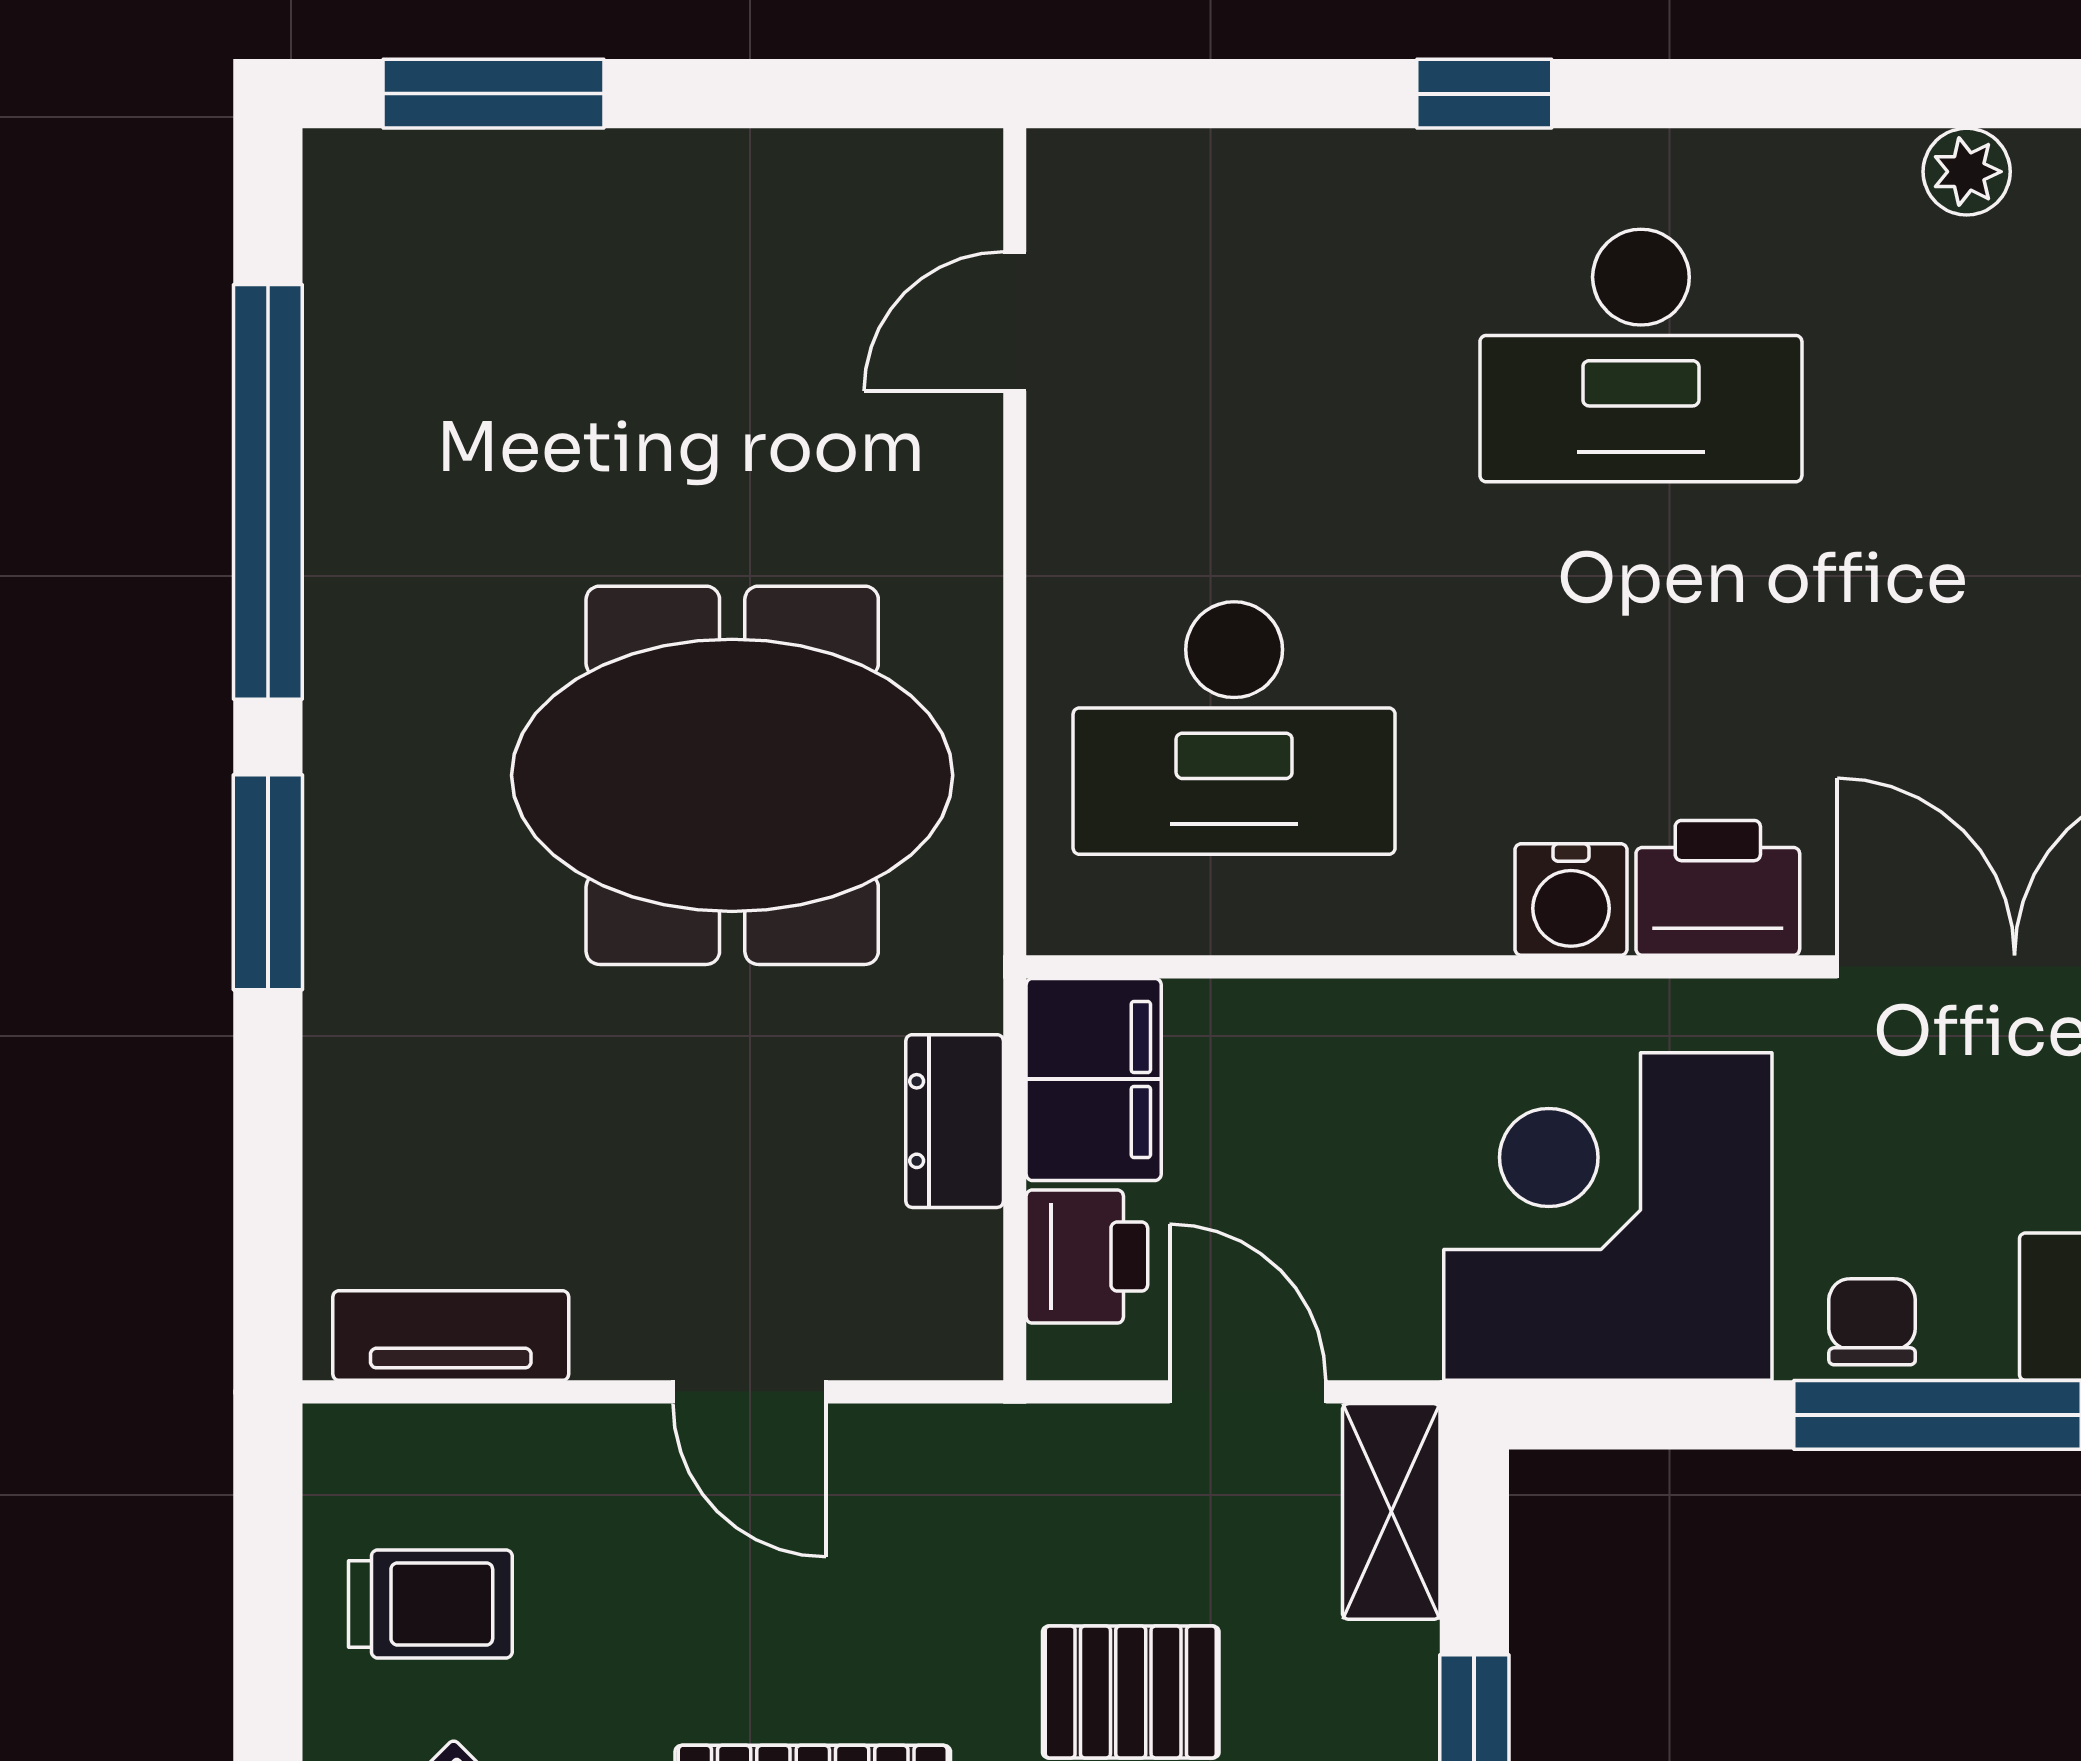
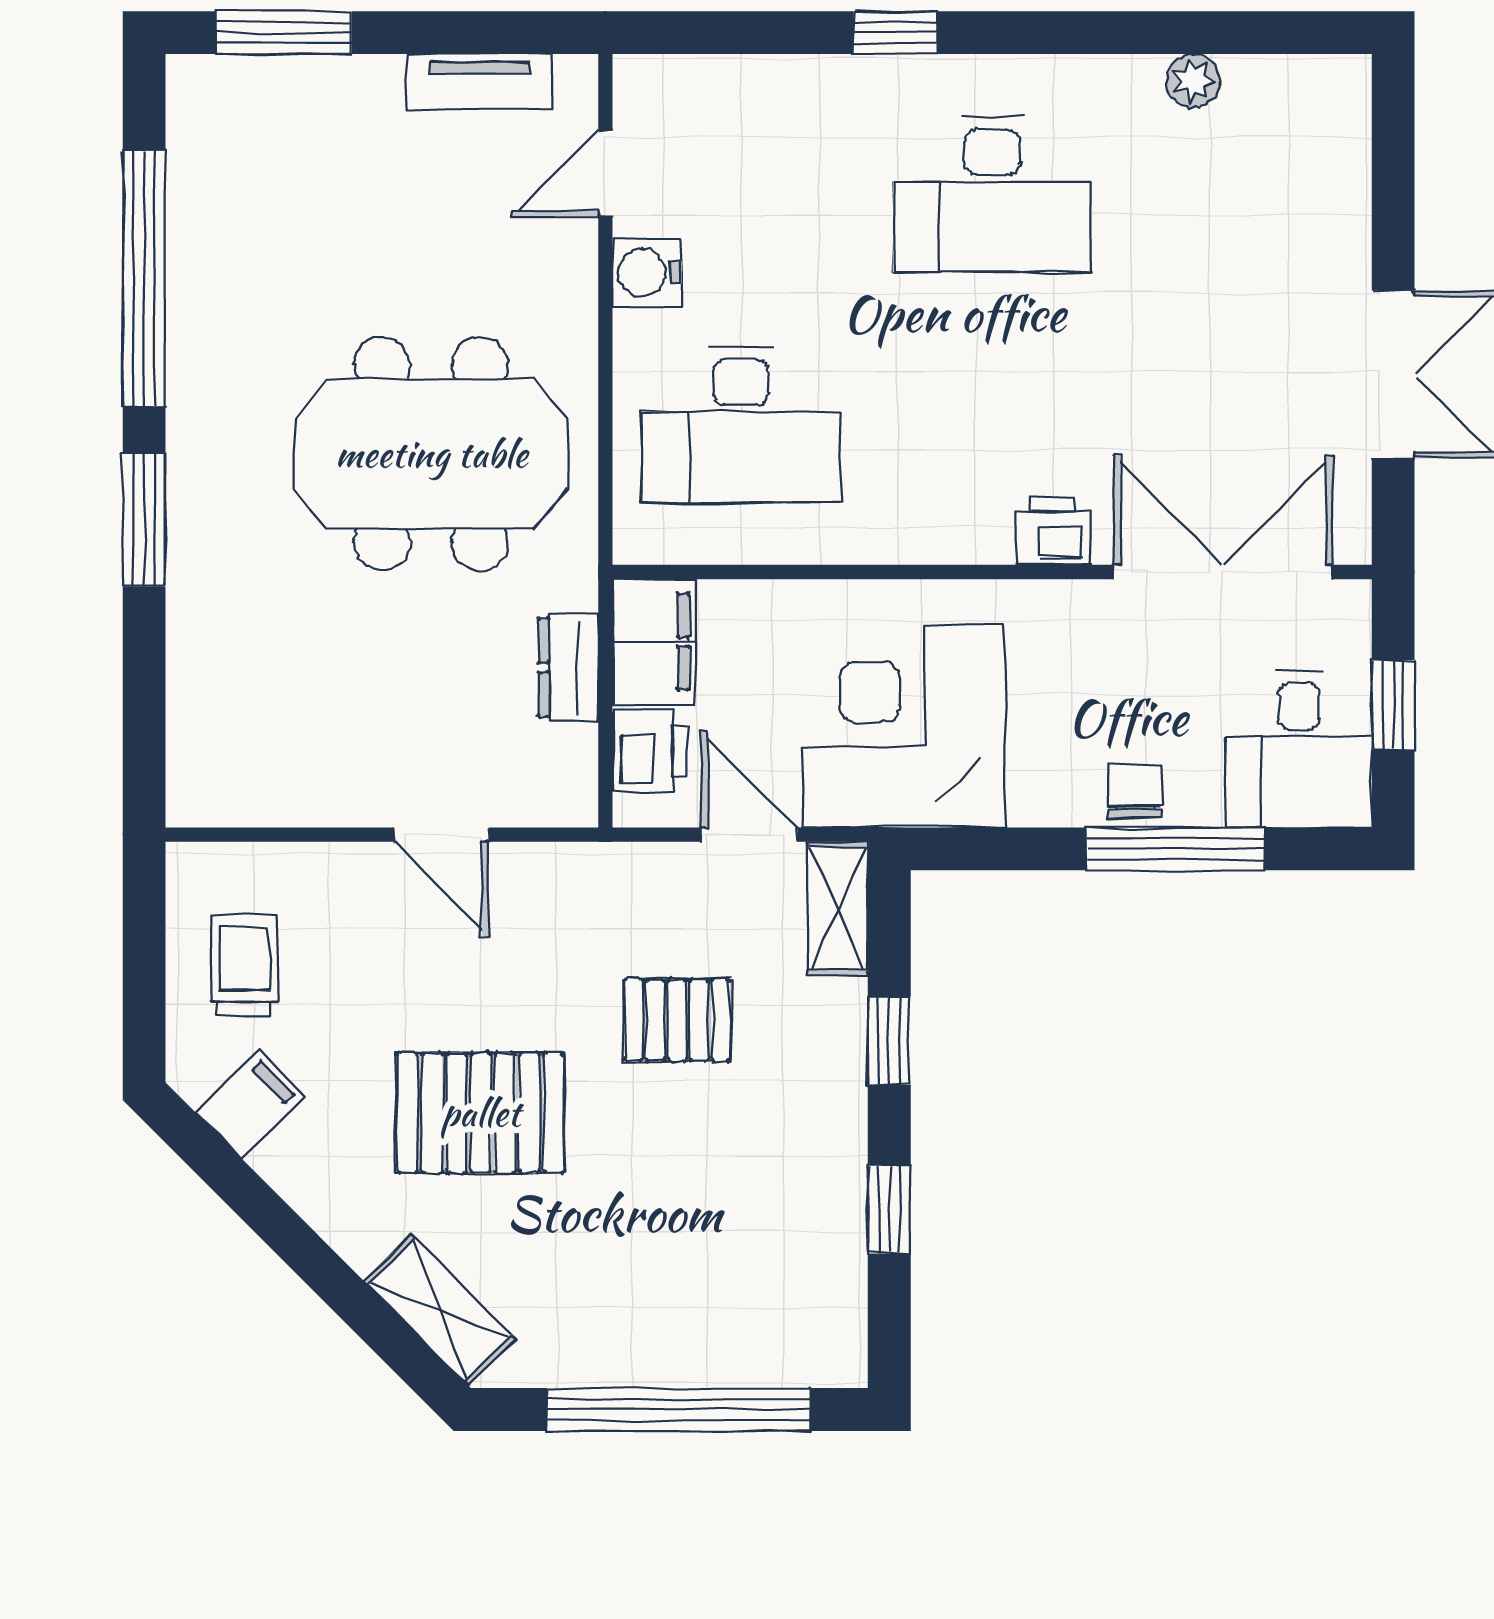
printer: (1718, 888) -> (1053, 531), width x0.73, depth x0.81
water cooler: (1571, 899) -> (647, 272), moved, turned 90
corner desk: (1608, 1216) -> (904, 726), moved
tv unit: (451, 1336) -> (480, 82), moved, turned 180
trolley: (430, 1604) -> (244, 966), turned -90

